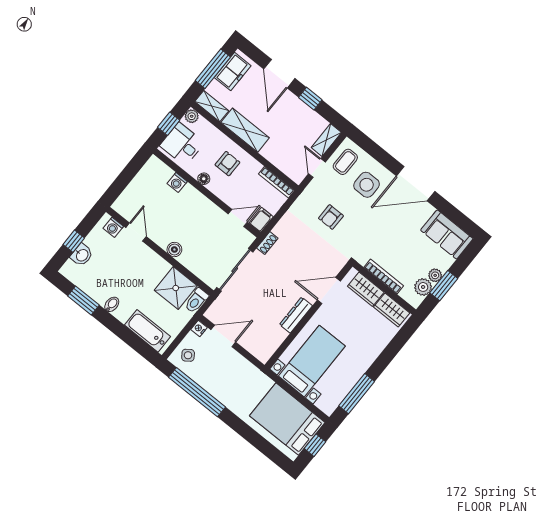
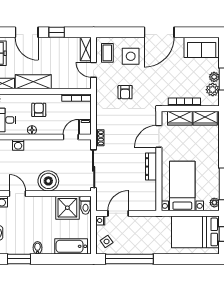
boiler: (174, 250) -> (48, 181), width x1.86, depth x1.86
plant: (331, 405) -> (214, 203), added

